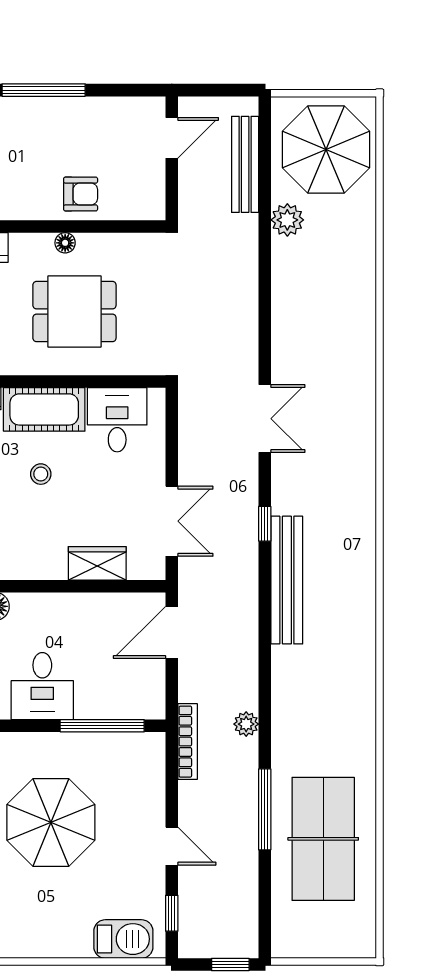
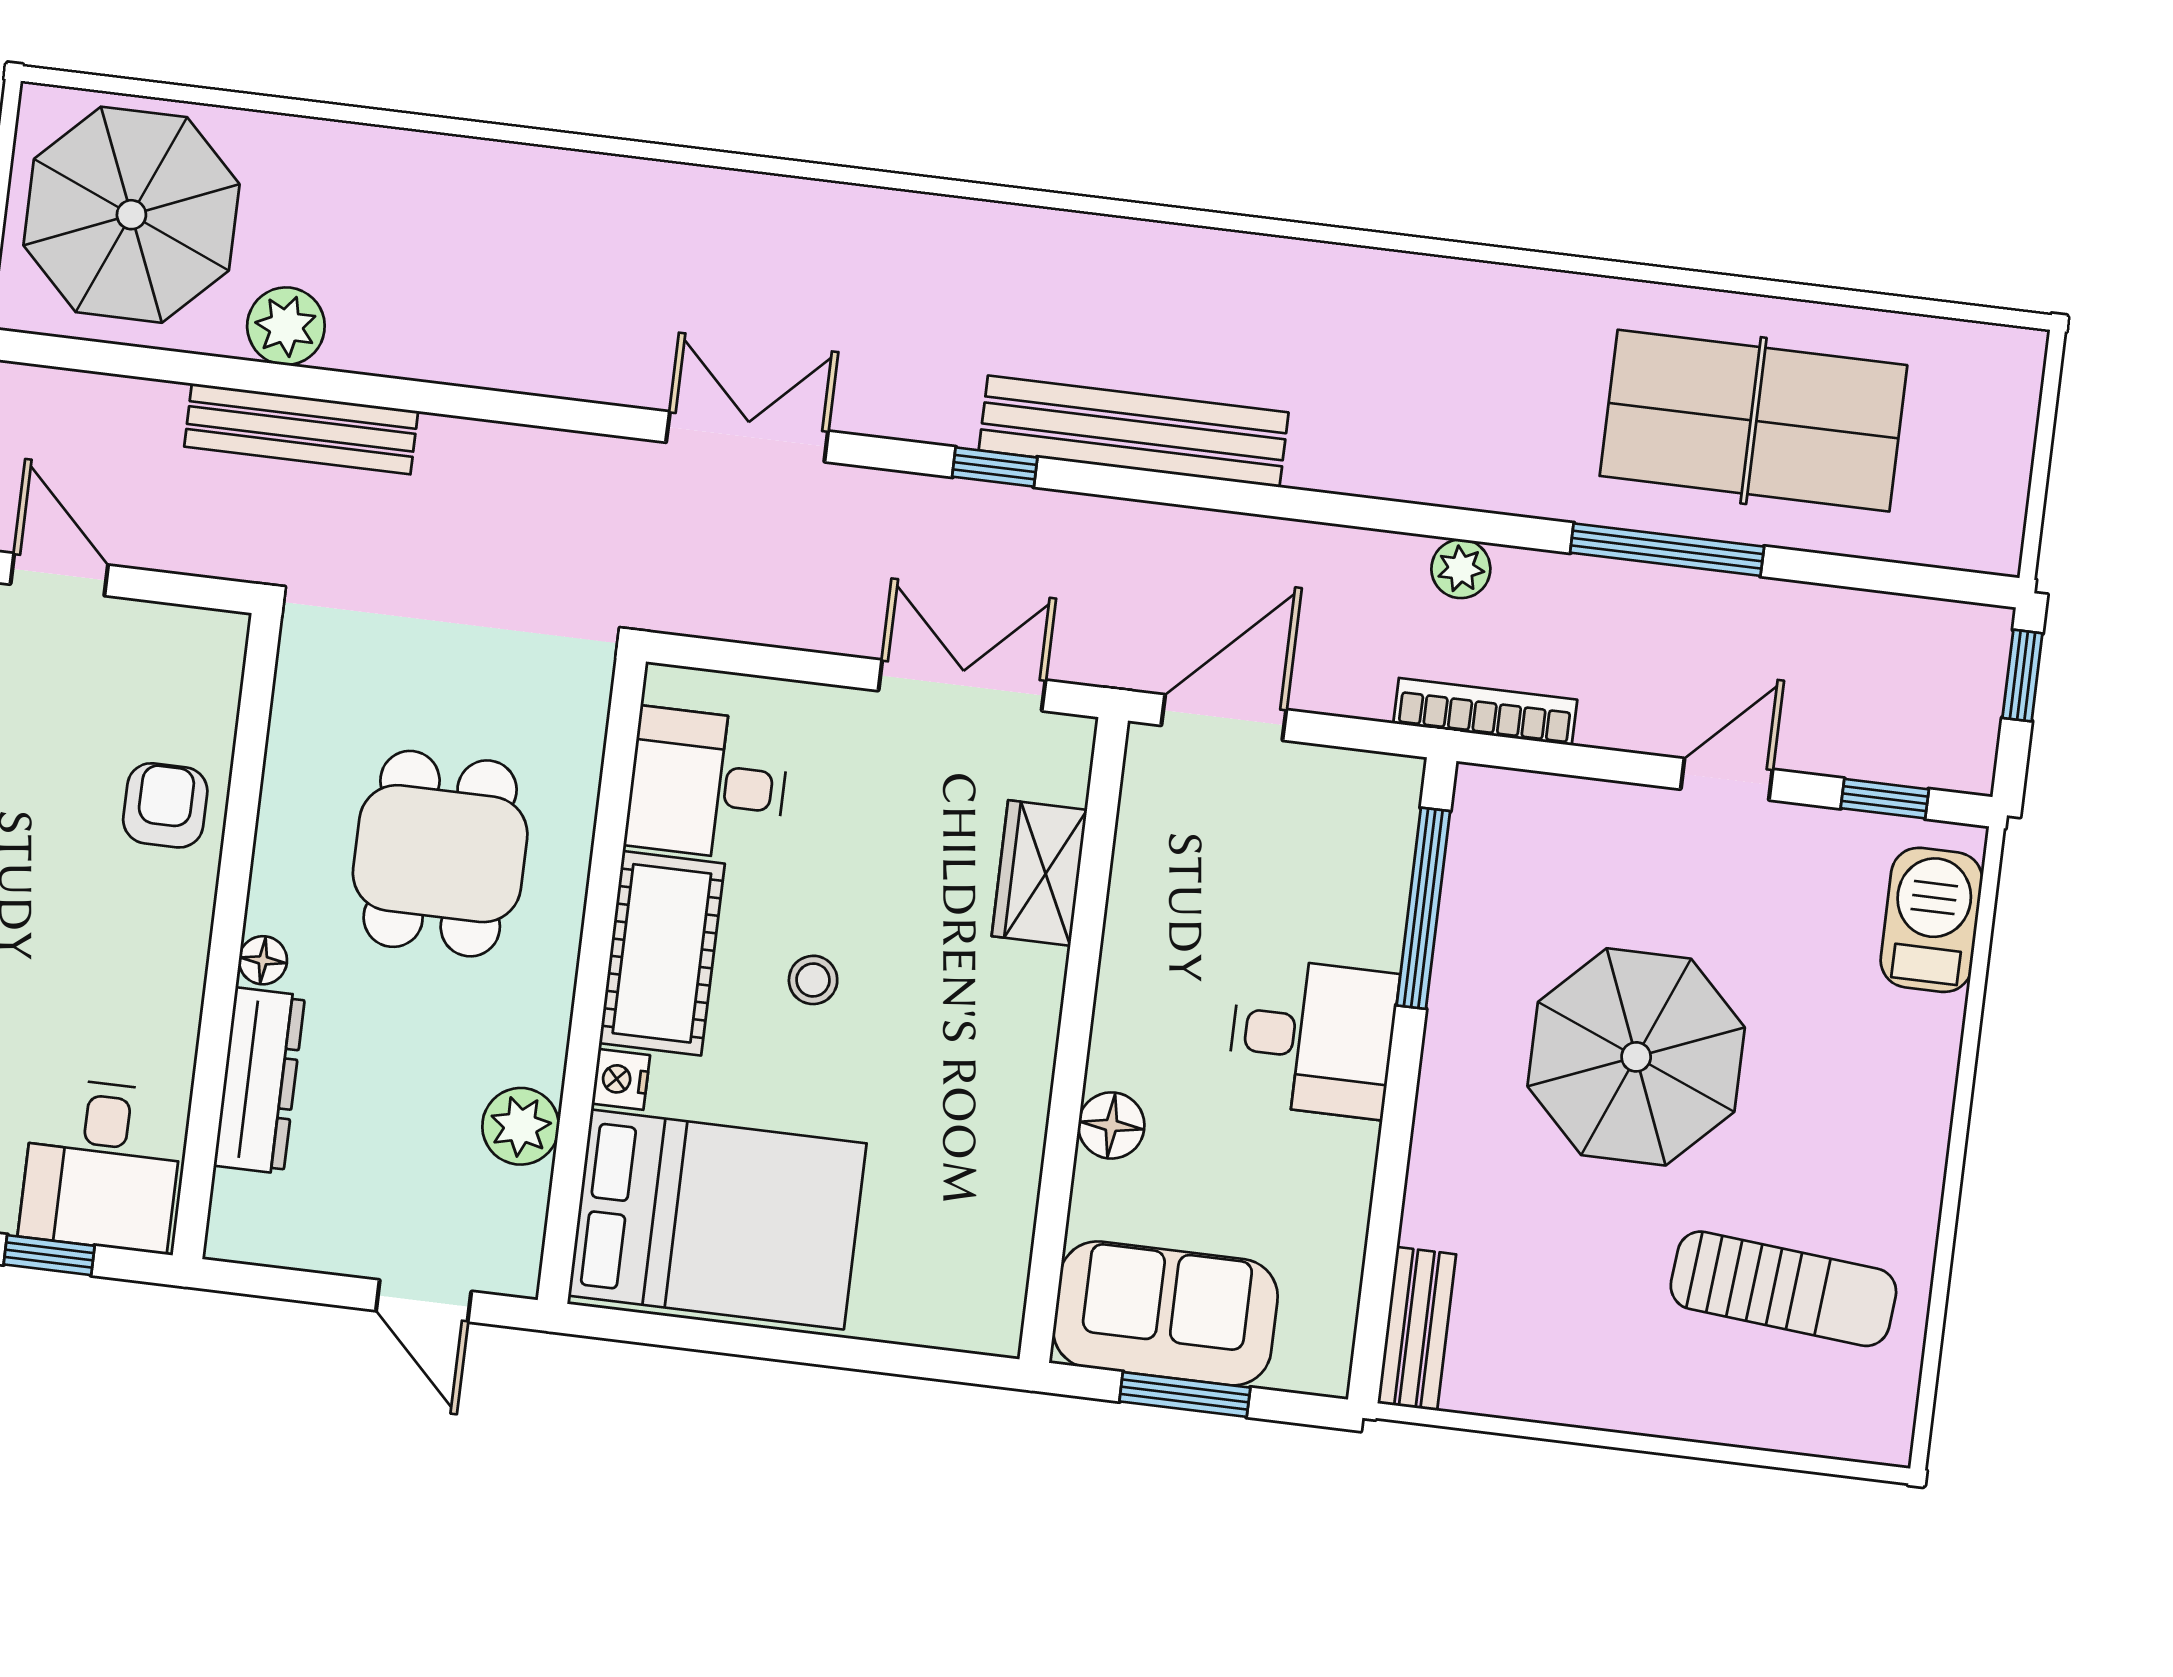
bench: (245, 164) -> (301, 429), moved
floor lamp: (65, 243) -> (263, 960), moved
door: (172, 632) -> (1224, 718), swing flipped

